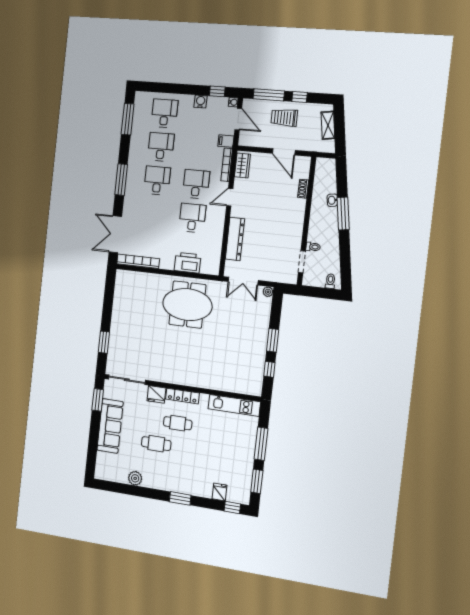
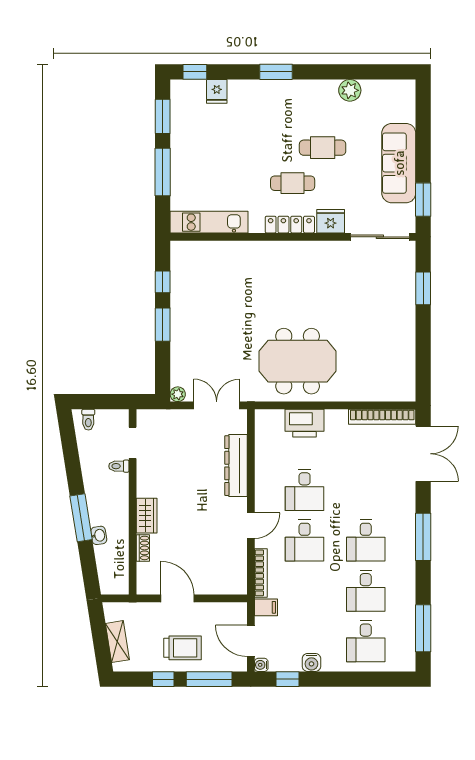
wardrobe: (242, 165) -> (147, 516), moved, turned 180

